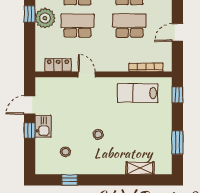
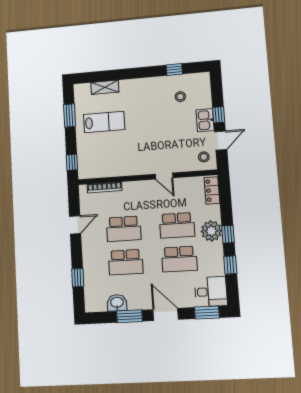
locker: (58, 65) -> (212, 190), moved, turned 90
lab bench: (138, 93) -> (104, 122), moved
stool: (98, 134) -> (204, 157), moved

